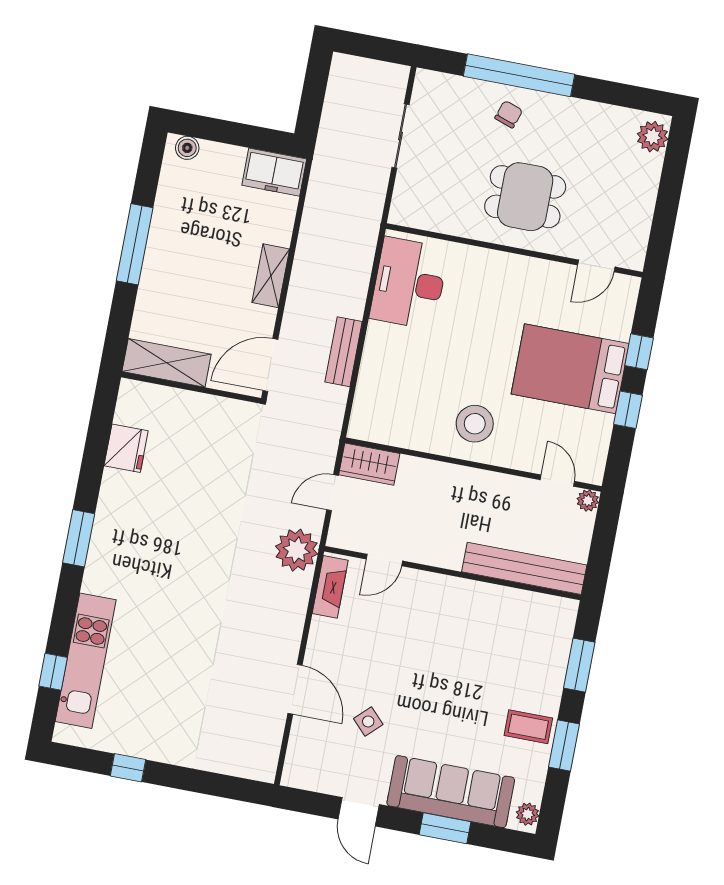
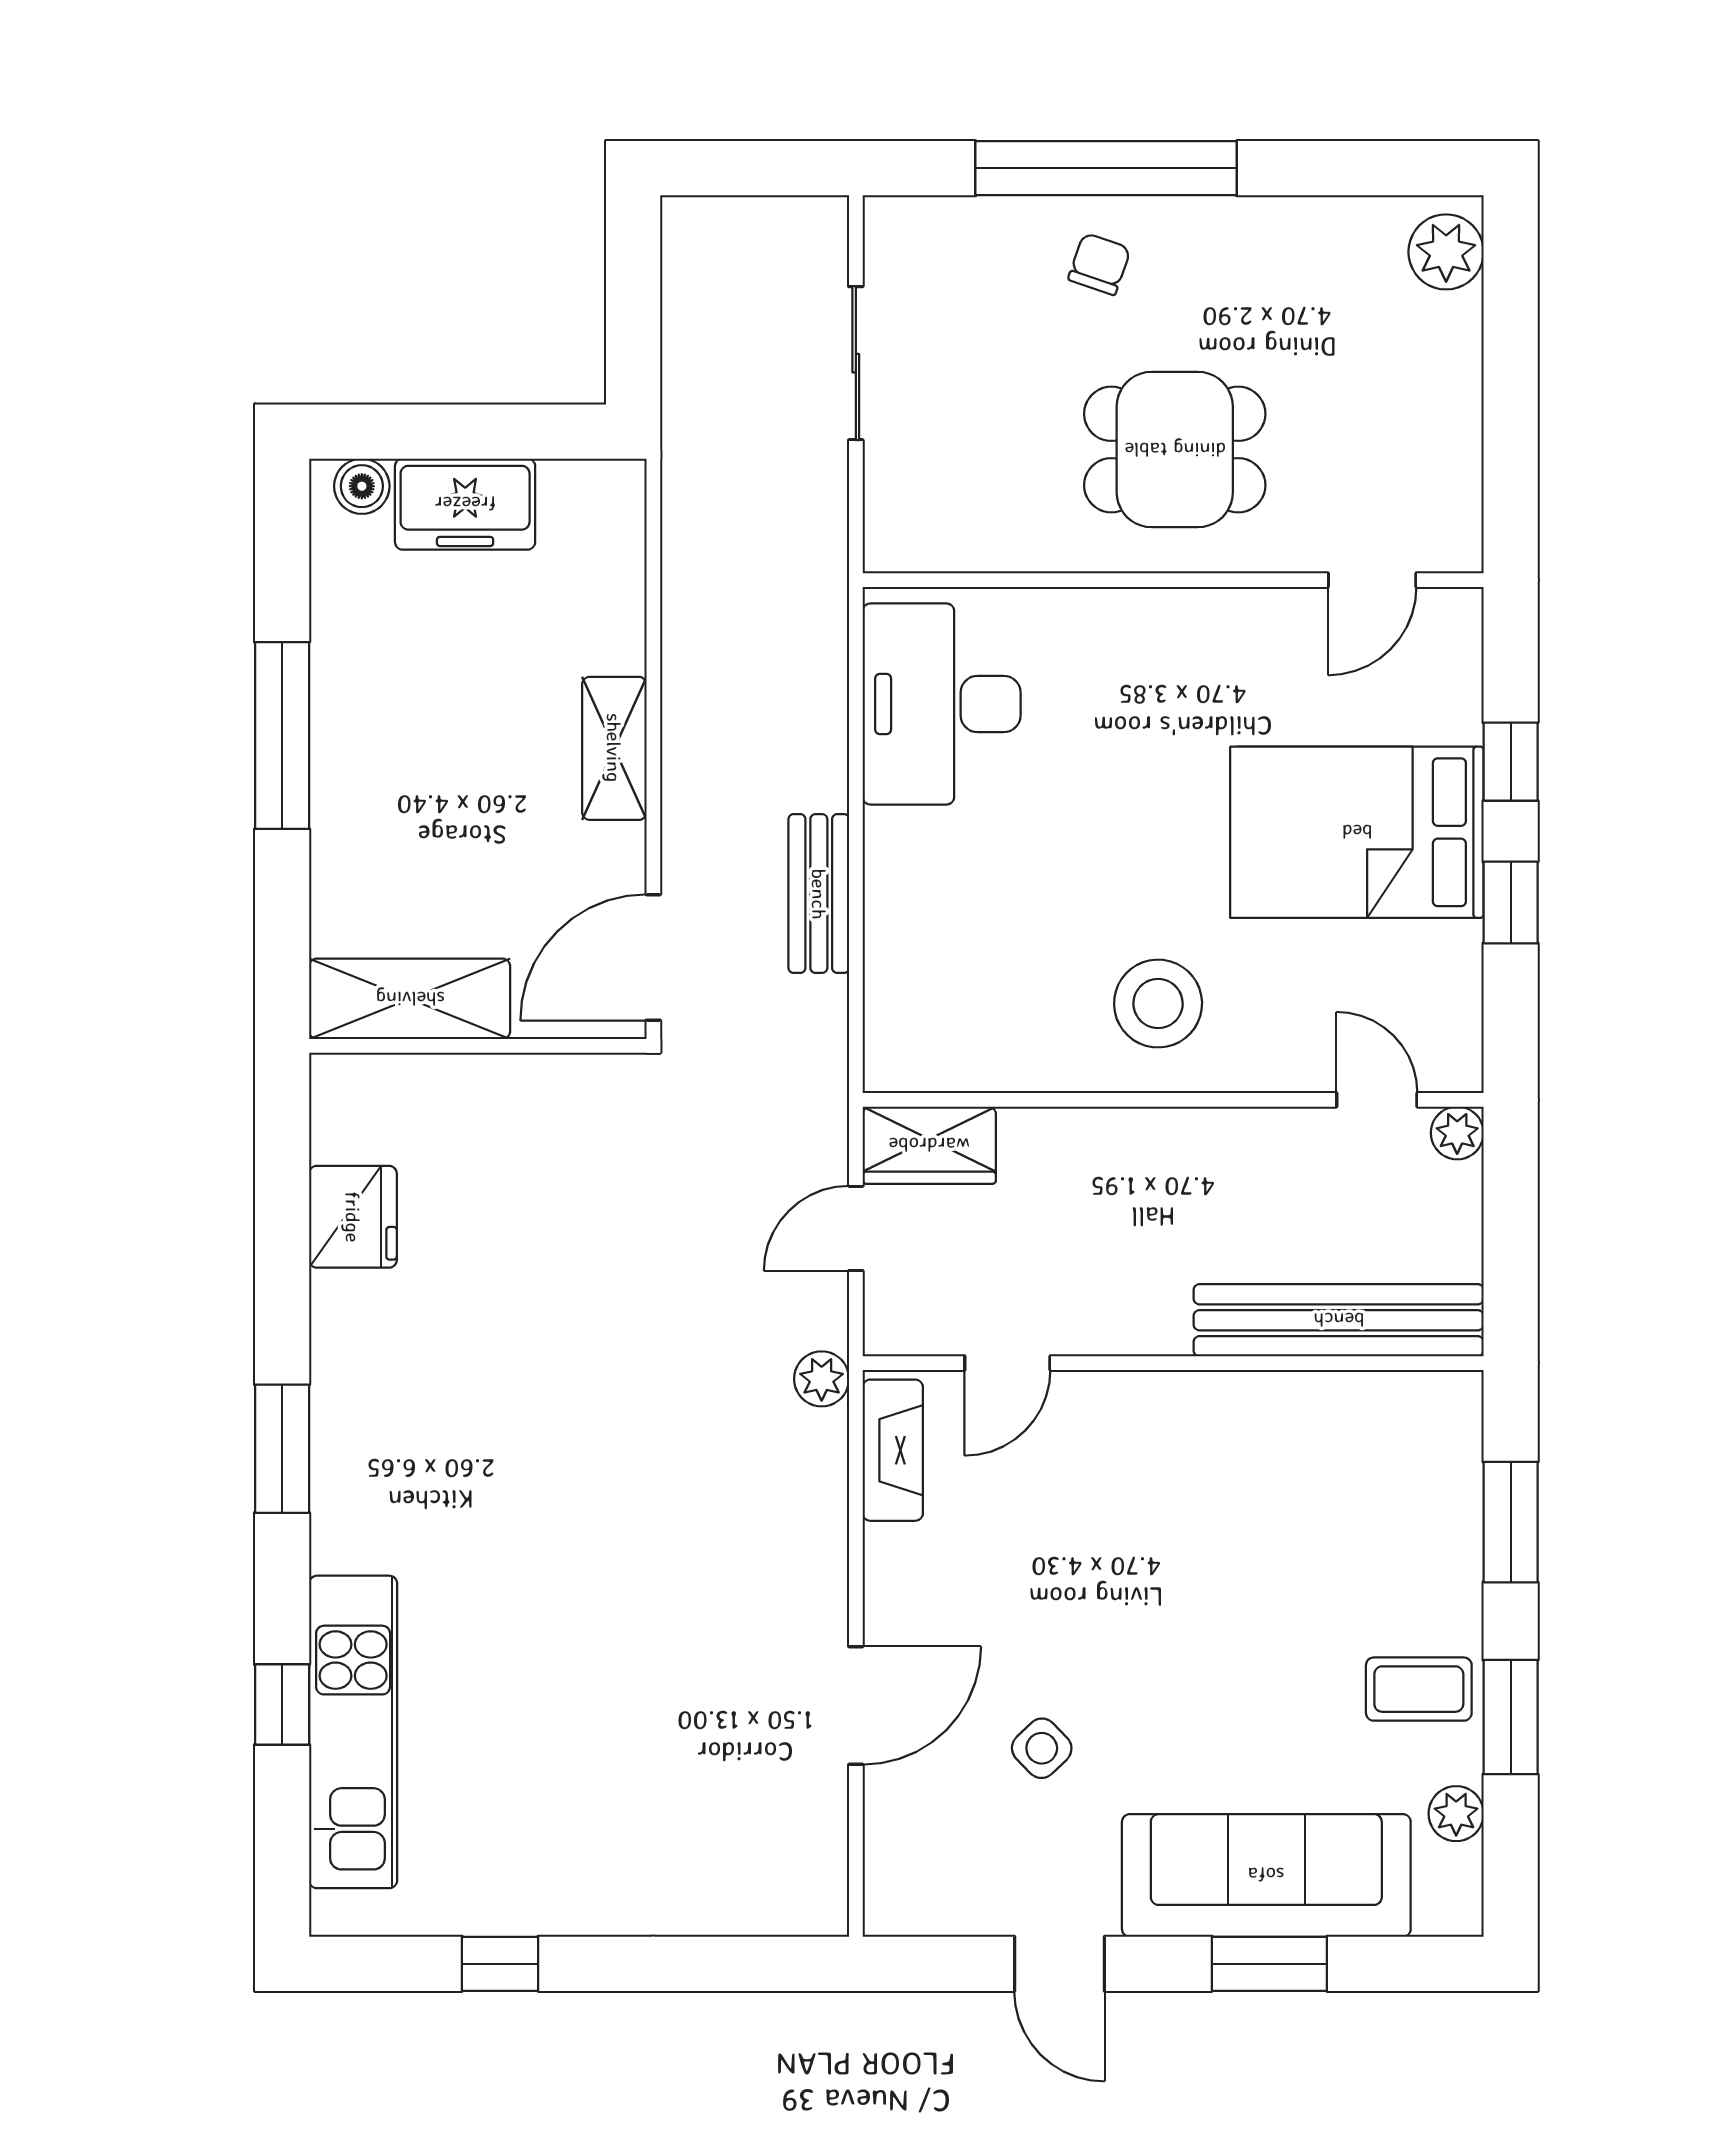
freezer: (274, 172) -> (465, 504), moved
plant: (297, 550) -> (822, 1379), width x0.53, depth x0.53
window: (53, 672) -> (282, 1705), moved
door: (295, 689) -> (856, 1705), hinge flipped
plant: (528, 814) -> (1456, 1814), moved

